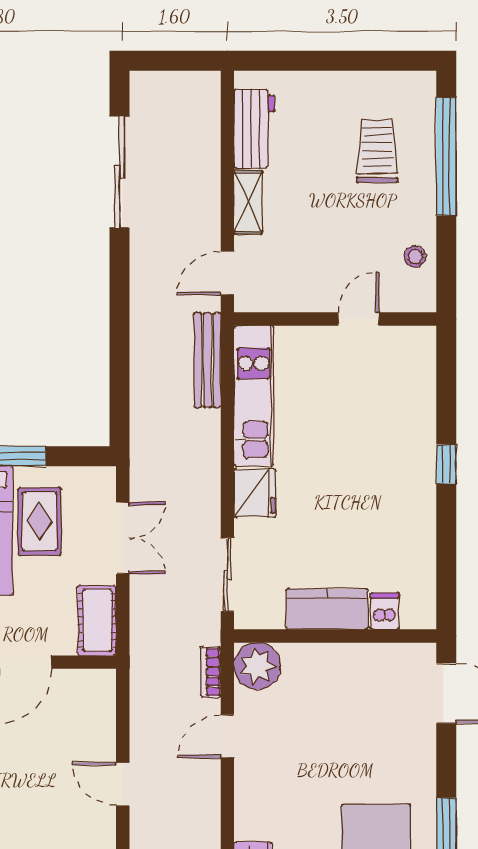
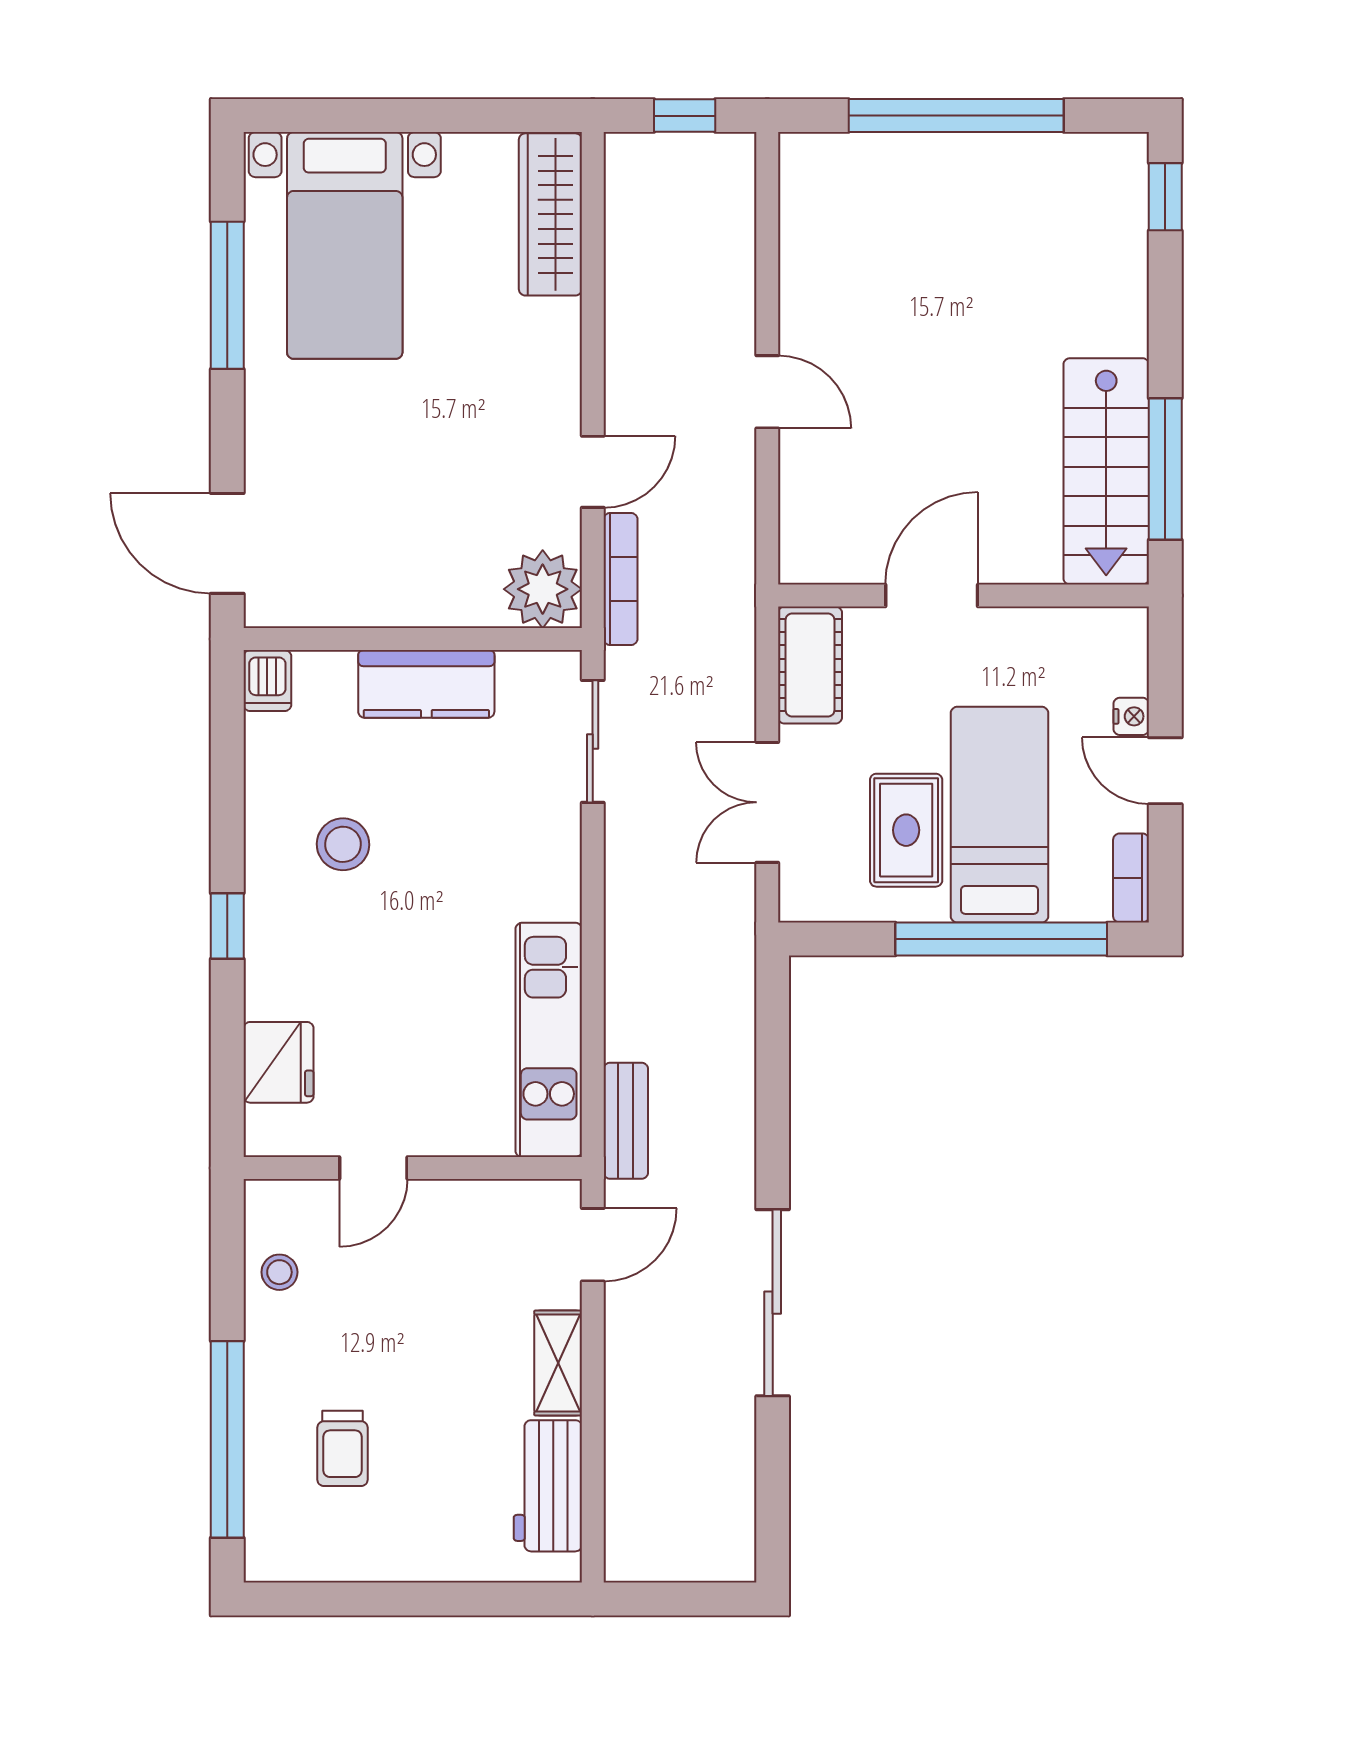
trolley: (377, 151) -> (343, 1448), width x0.73, depth x0.72
sliding door: (119, 172) -> (773, 1303), moved
bench: (207, 360) -> (626, 1121), width x0.73
fridge: (255, 493) -> (278, 1062), moved, turned 180
stool: (377, 513) -> (343, 844), added
dishwasher: (385, 611) -> (267, 681), moved
bookcase: (211, 672) -> (620, 579), width x1.56

